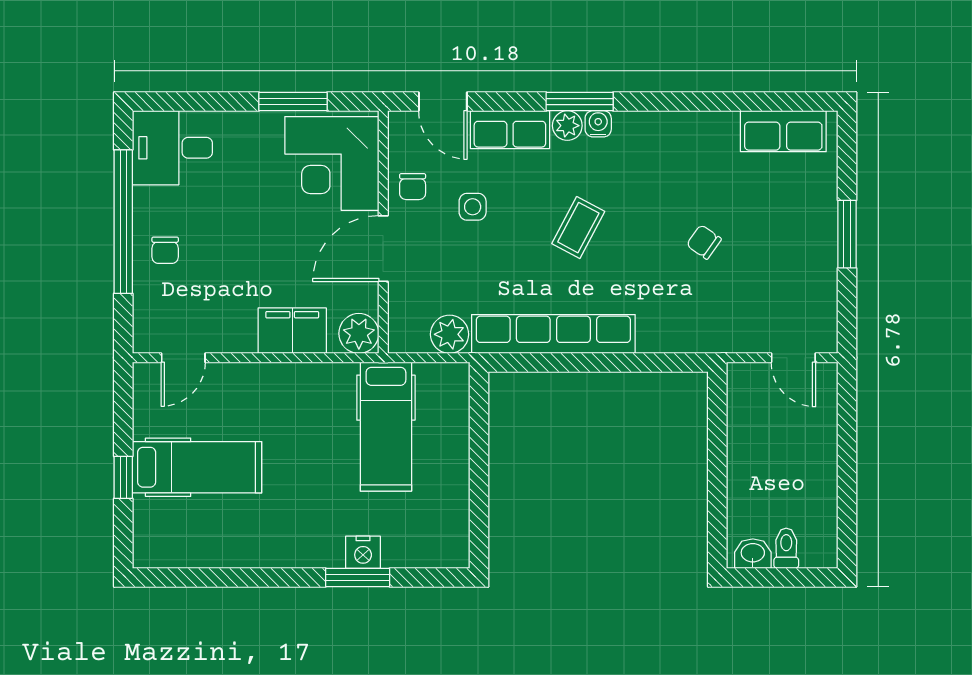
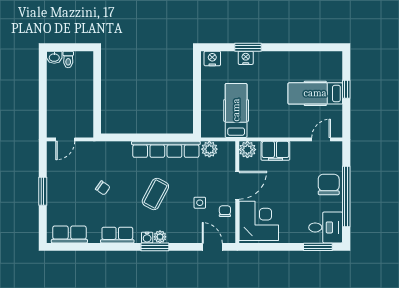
window: (293, 102) -> (318, 247), moved
row of seats: (510, 130) -> (117, 235), moved
coffee table: (578, 228) -> (155, 194), width x1.36, depth x1.30
chair: (165, 250) -> (329, 184), width x1.87, depth x1.87
door: (793, 358) -> (65, 139), swing flipped
nightstand: (443, 551) -> (212, 58), added
washbasin: (753, 554) -> (54, 57), moved

